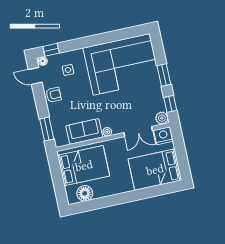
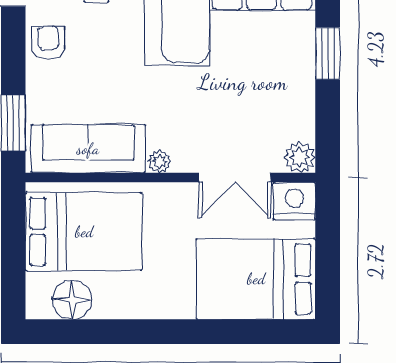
armchair: (54, 95) -> (48, 43), turned -90
window: (170, 104) -> (328, 127), removed
sofa: (84, 131) -> (88, 149), width x1.36

